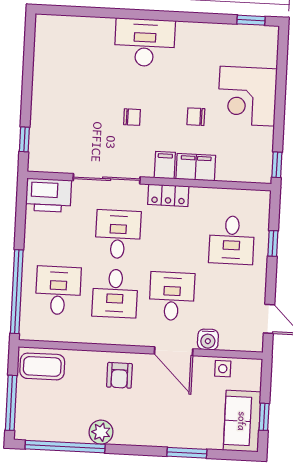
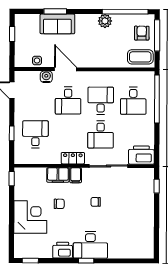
window: (153, 15) -> (86, 261), added
printer: (194, 36) -> (63, 250), added
armchair: (119, 375) -> (142, 33), moved
sofa: (242, 421) -> (57, 24), moved, turned 90

